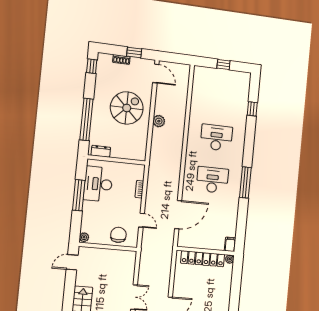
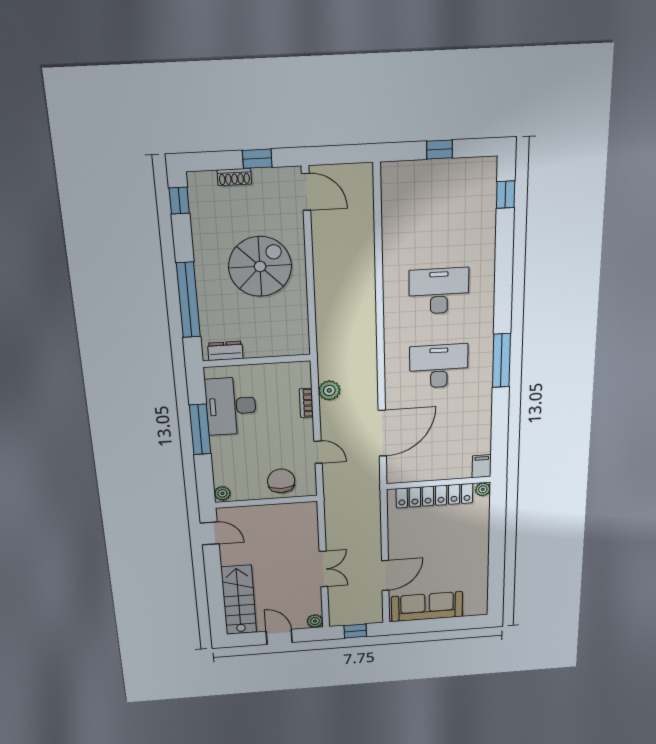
window: (252, 109) -> (506, 195), moved
plant: (159, 121) -> (329, 390), moved
door: (72, 262) -> (210, 533), swing flipped

